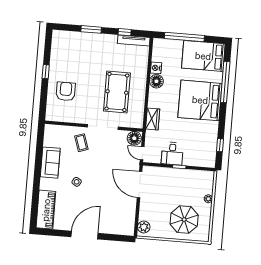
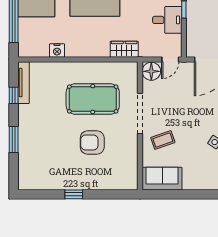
floor lamp: (156, 81) -> (74, 48), removed
armchair: (66, 91) -> (92, 142), moved
sofa: (50, 163) -> (162, 179), moved

